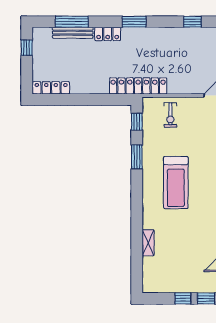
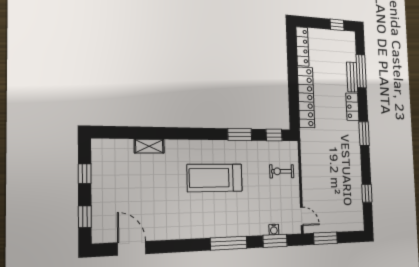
bench: (73, 33) -> (352, 77), width x0.73
locker: (138, 86) -> (306, 97), moved
window: (183, 298) -> (85, 174), moved

